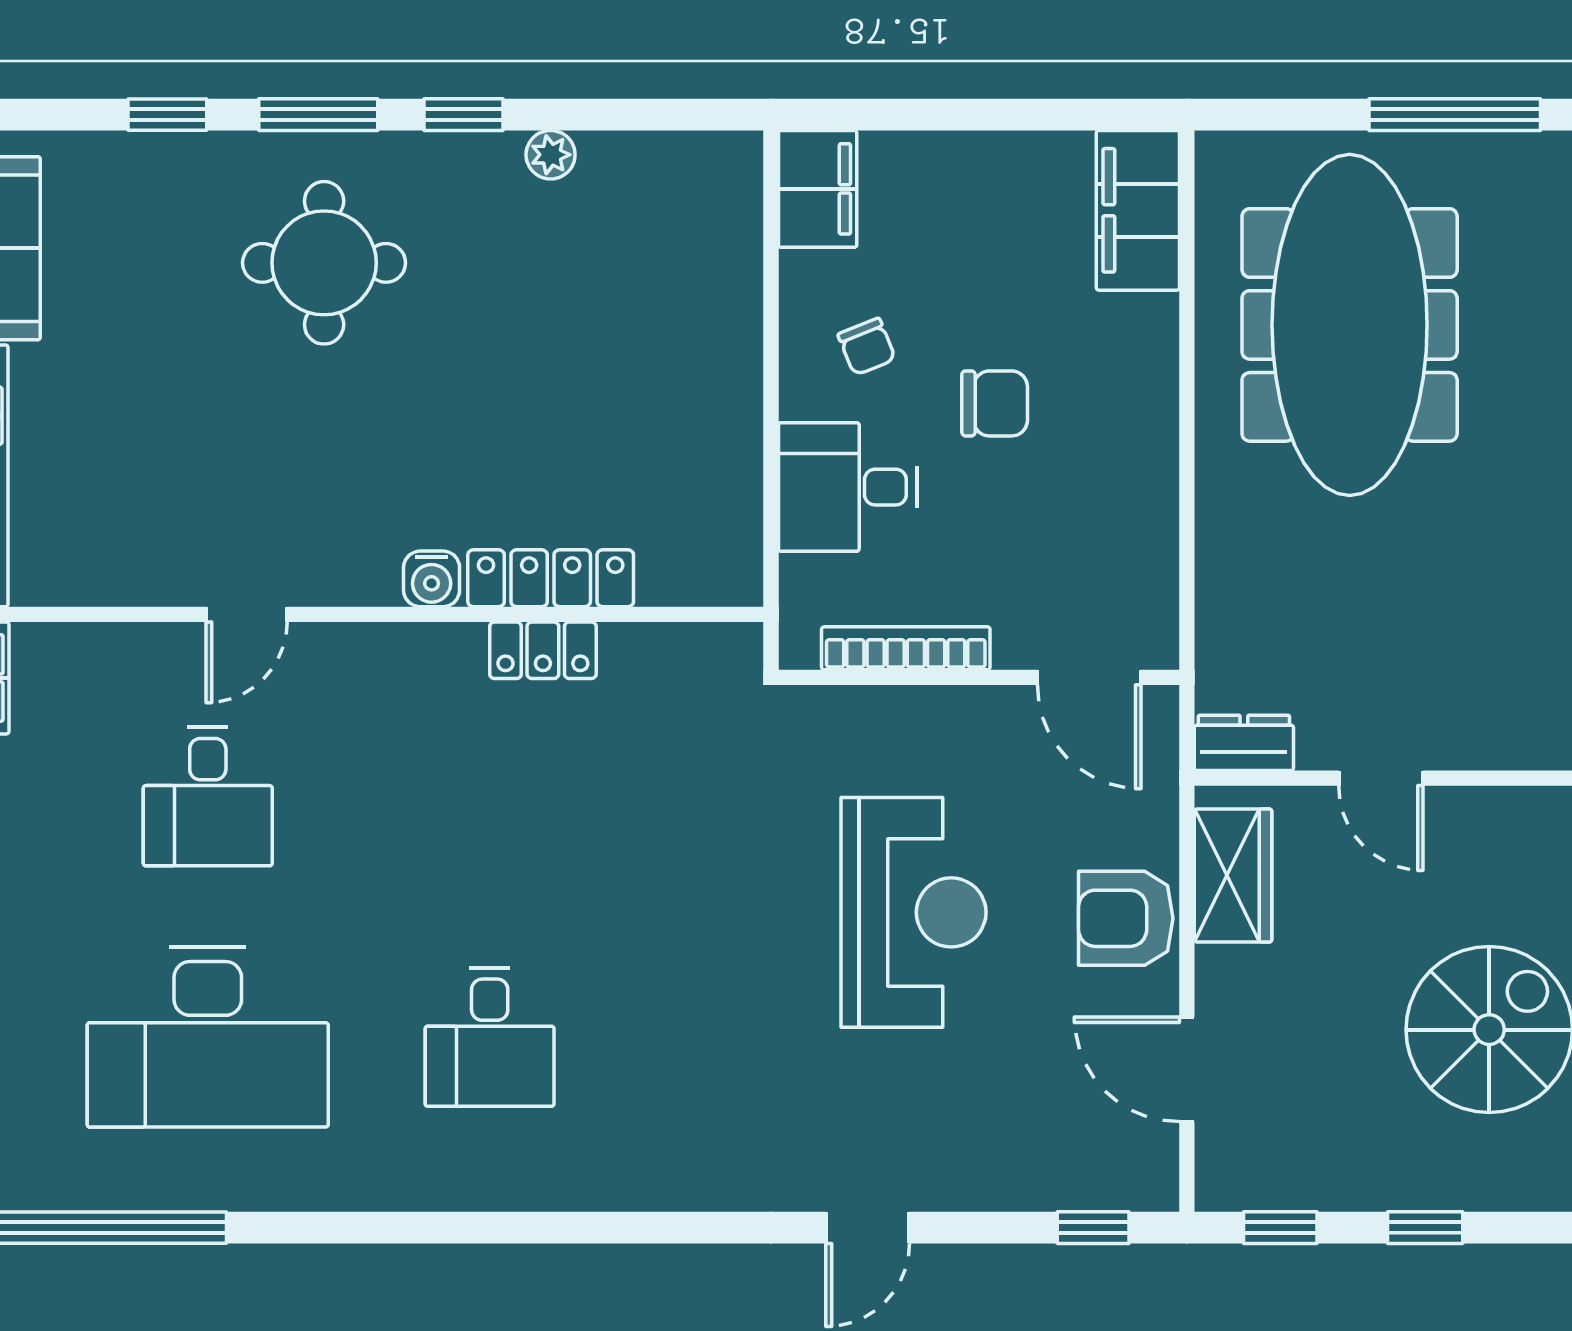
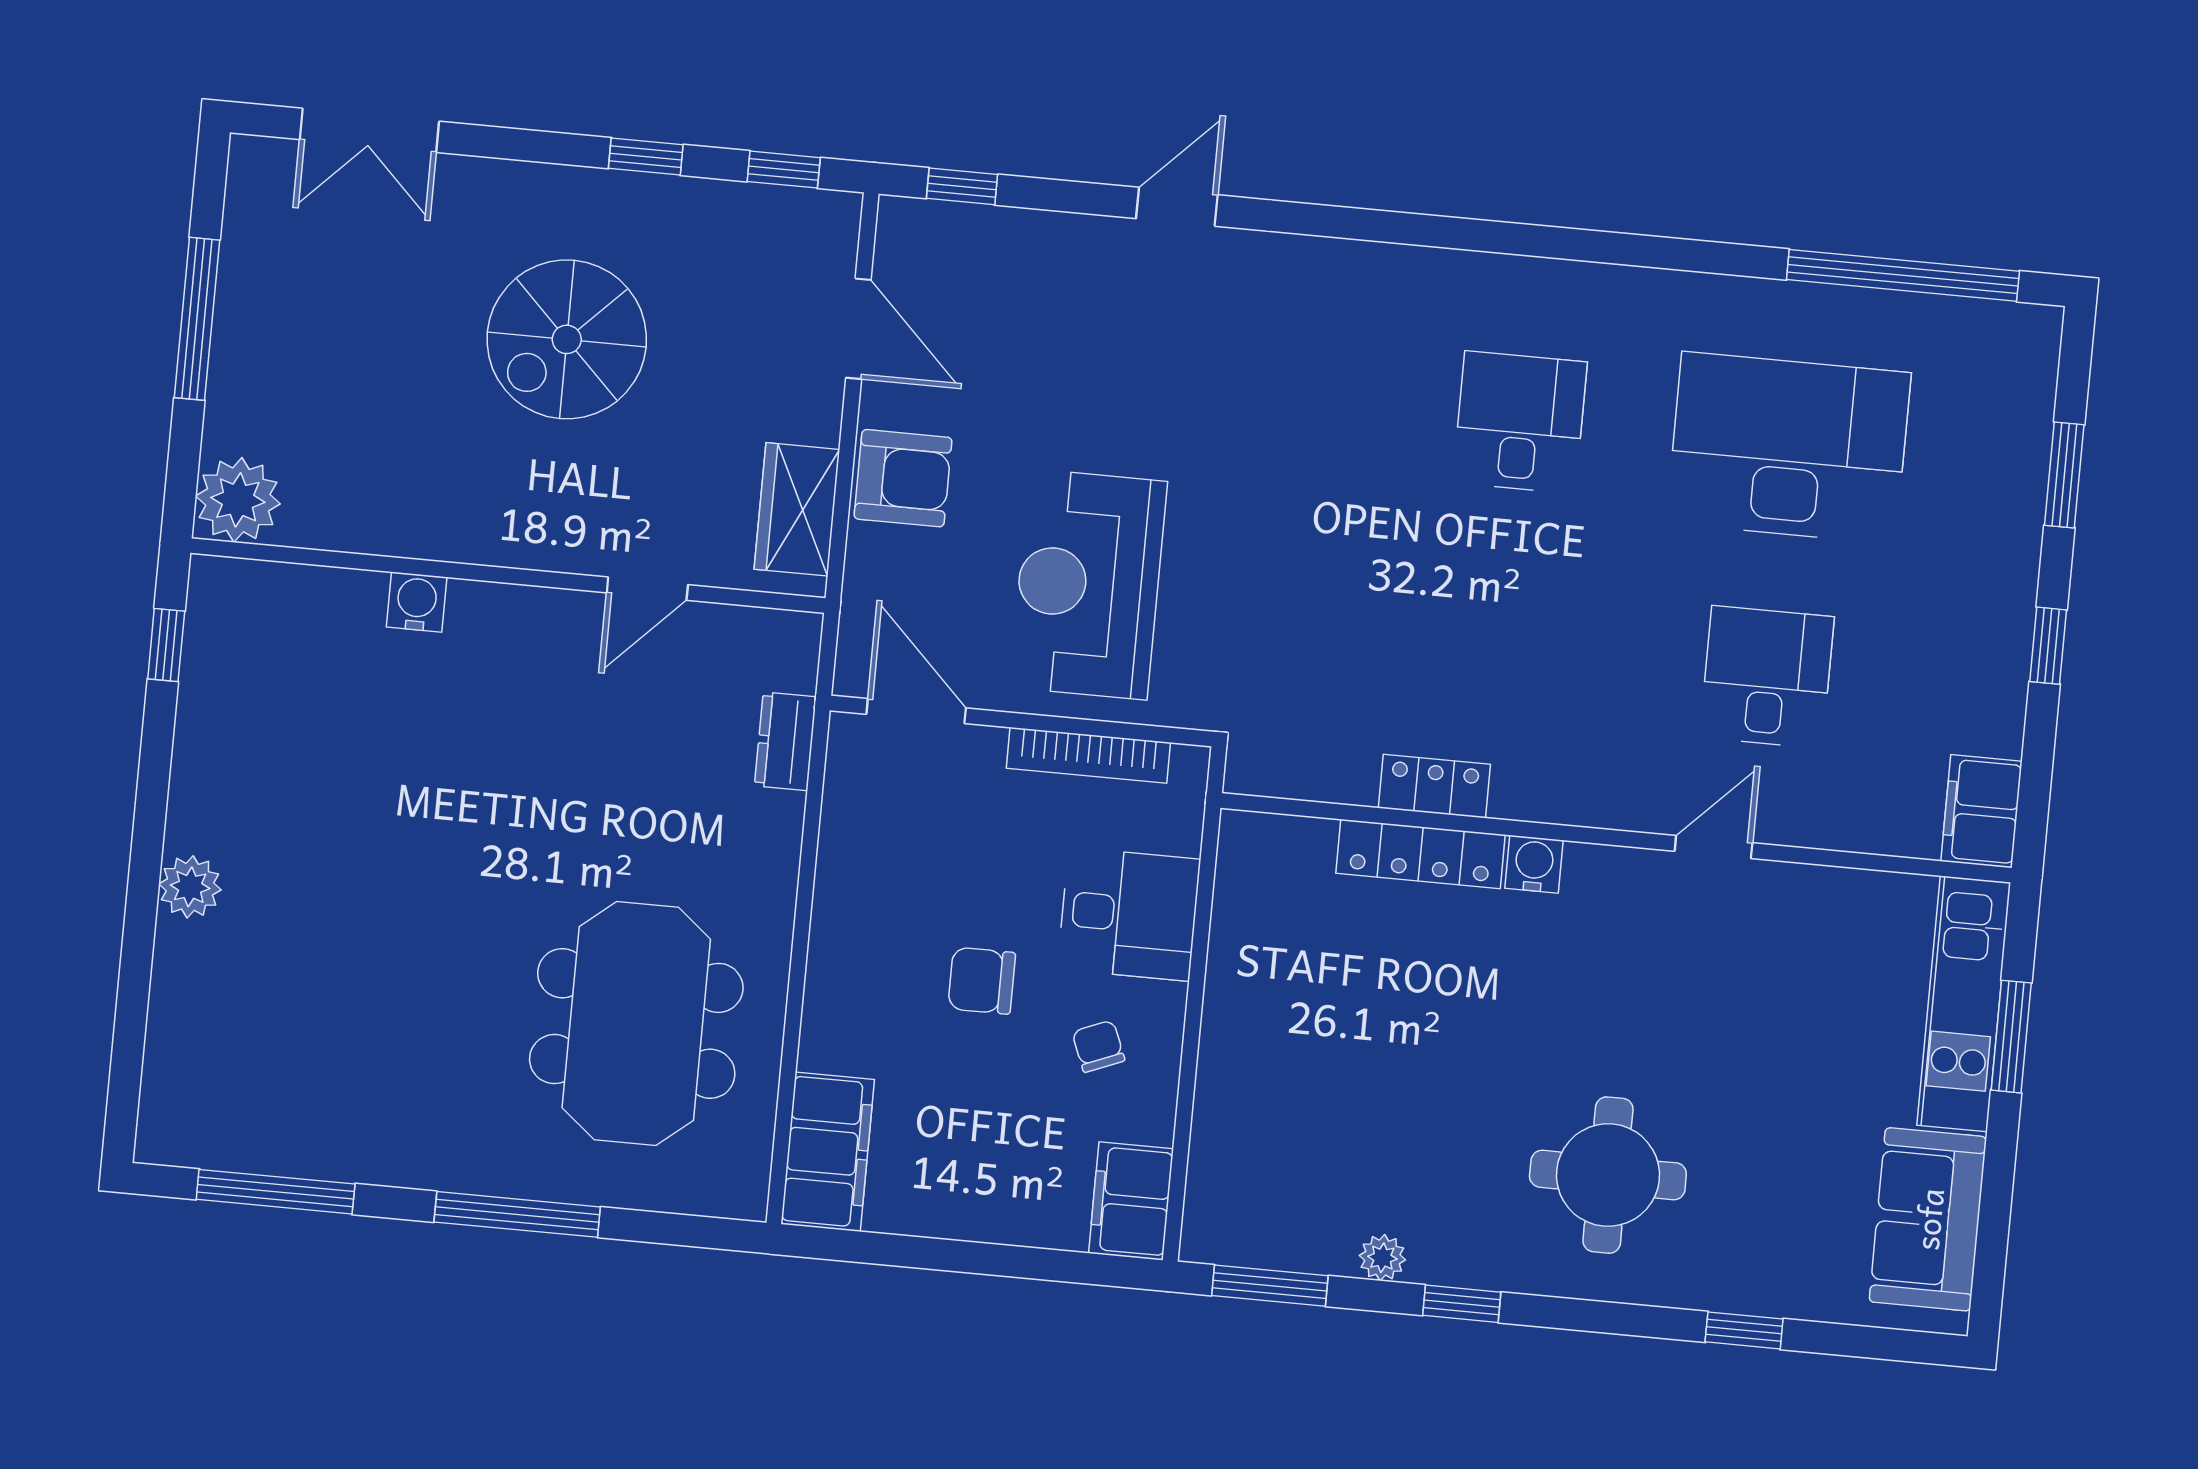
window: (318, 115) -> (1270, 1286), moved
meeting table: (1350, 325) -> (636, 1023), width x0.73
dresser: (1244, 743) -> (785, 741), moved, turned 90
door: (1381, 778) -> (647, 589), swing flipped
reception desk: (914, 912) -> (1088, 584), moved

